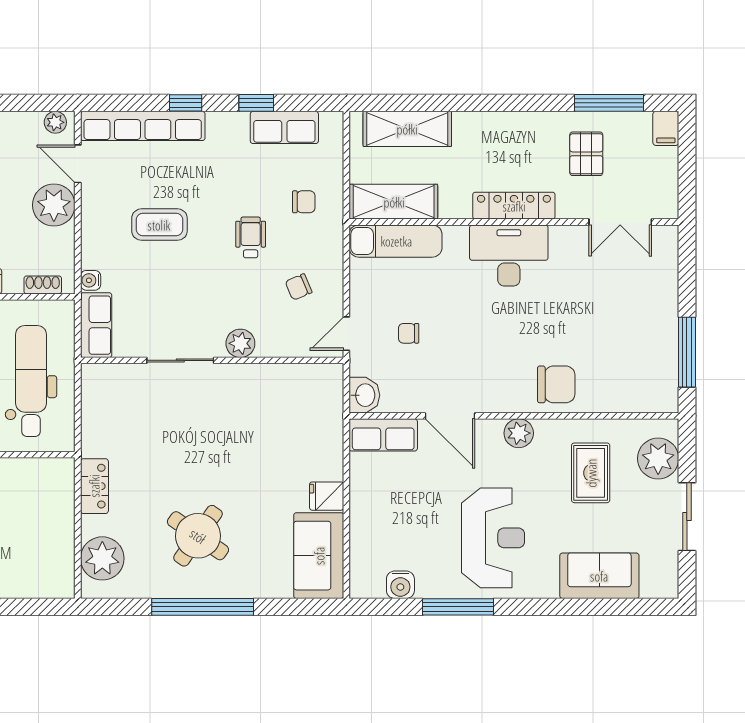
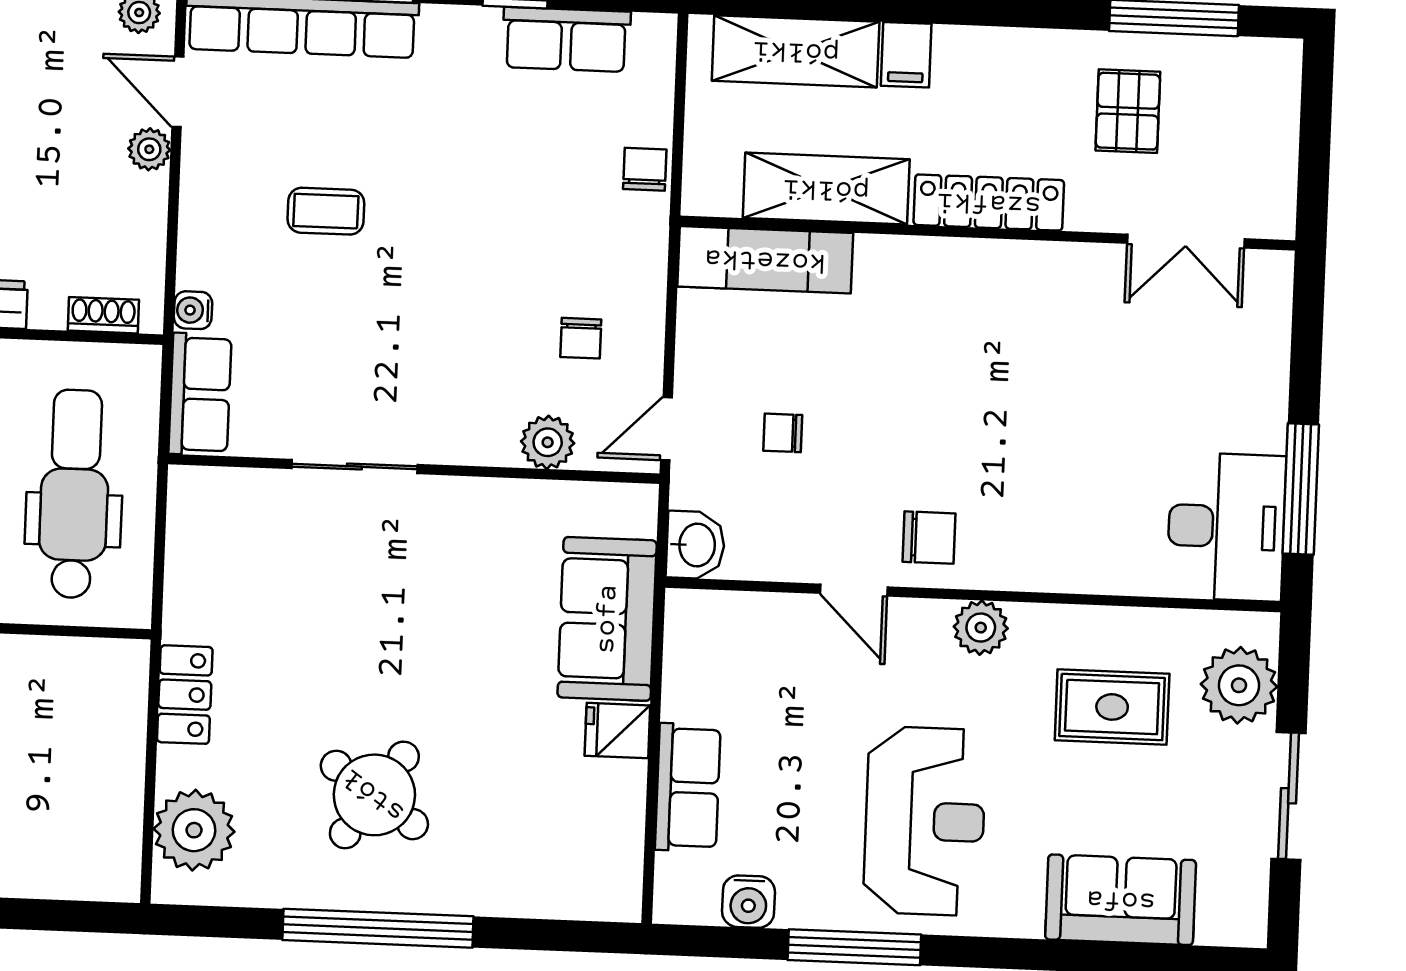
filing cabinet: (666, 128) -> (906, 55), moved
chair: (304, 202) -> (645, 169), moved, turned -90
shelving: (394, 202) -> (826, 189), moved
plant: (54, 205) -> (149, 149), width x0.53, depth x0.53
coffee table: (159, 225) -> (326, 211), width x0.73, depth x0.77
wheelchair: (251, 237) -> (495, 242), removed
desk: (509, 256) -> (1226, 527), moved, turned 90
chair: (299, 287) -> (581, 338), turned -67
plant: (240, 343) -> (548, 442), moved
chair: (556, 384) -> (929, 538), moved, width x0.73, depth x0.73
door: (450, 416) -> (854, 590), width x0.73
row of seats: (383, 435) -> (688, 787), moved, turned -90
rug: (591, 473) -> (1112, 707), turned 90
sofa: (319, 556) -> (607, 619), moved

